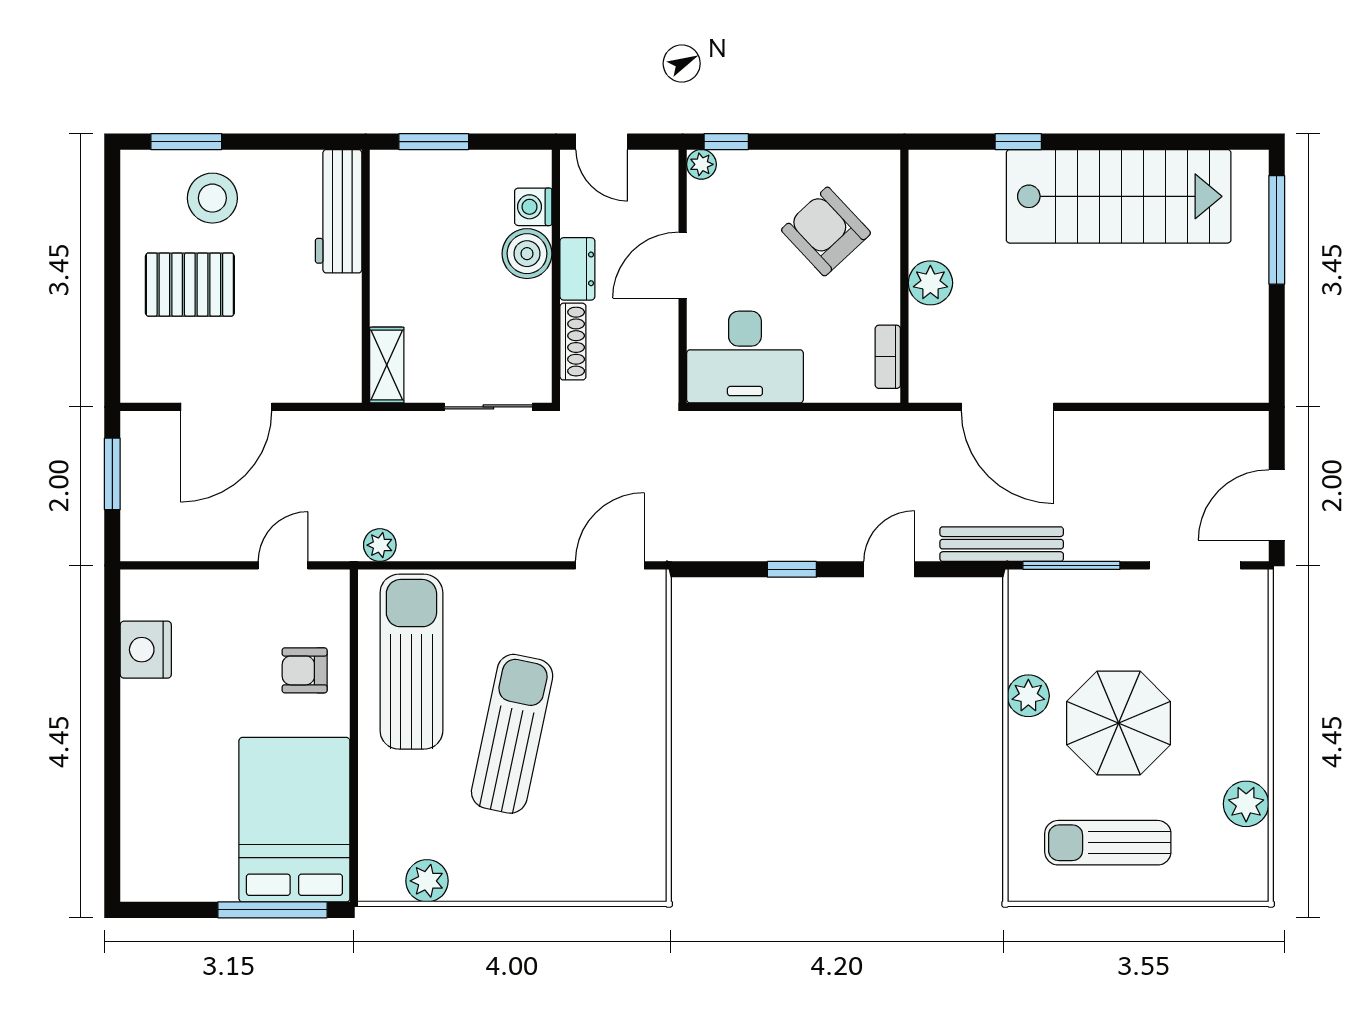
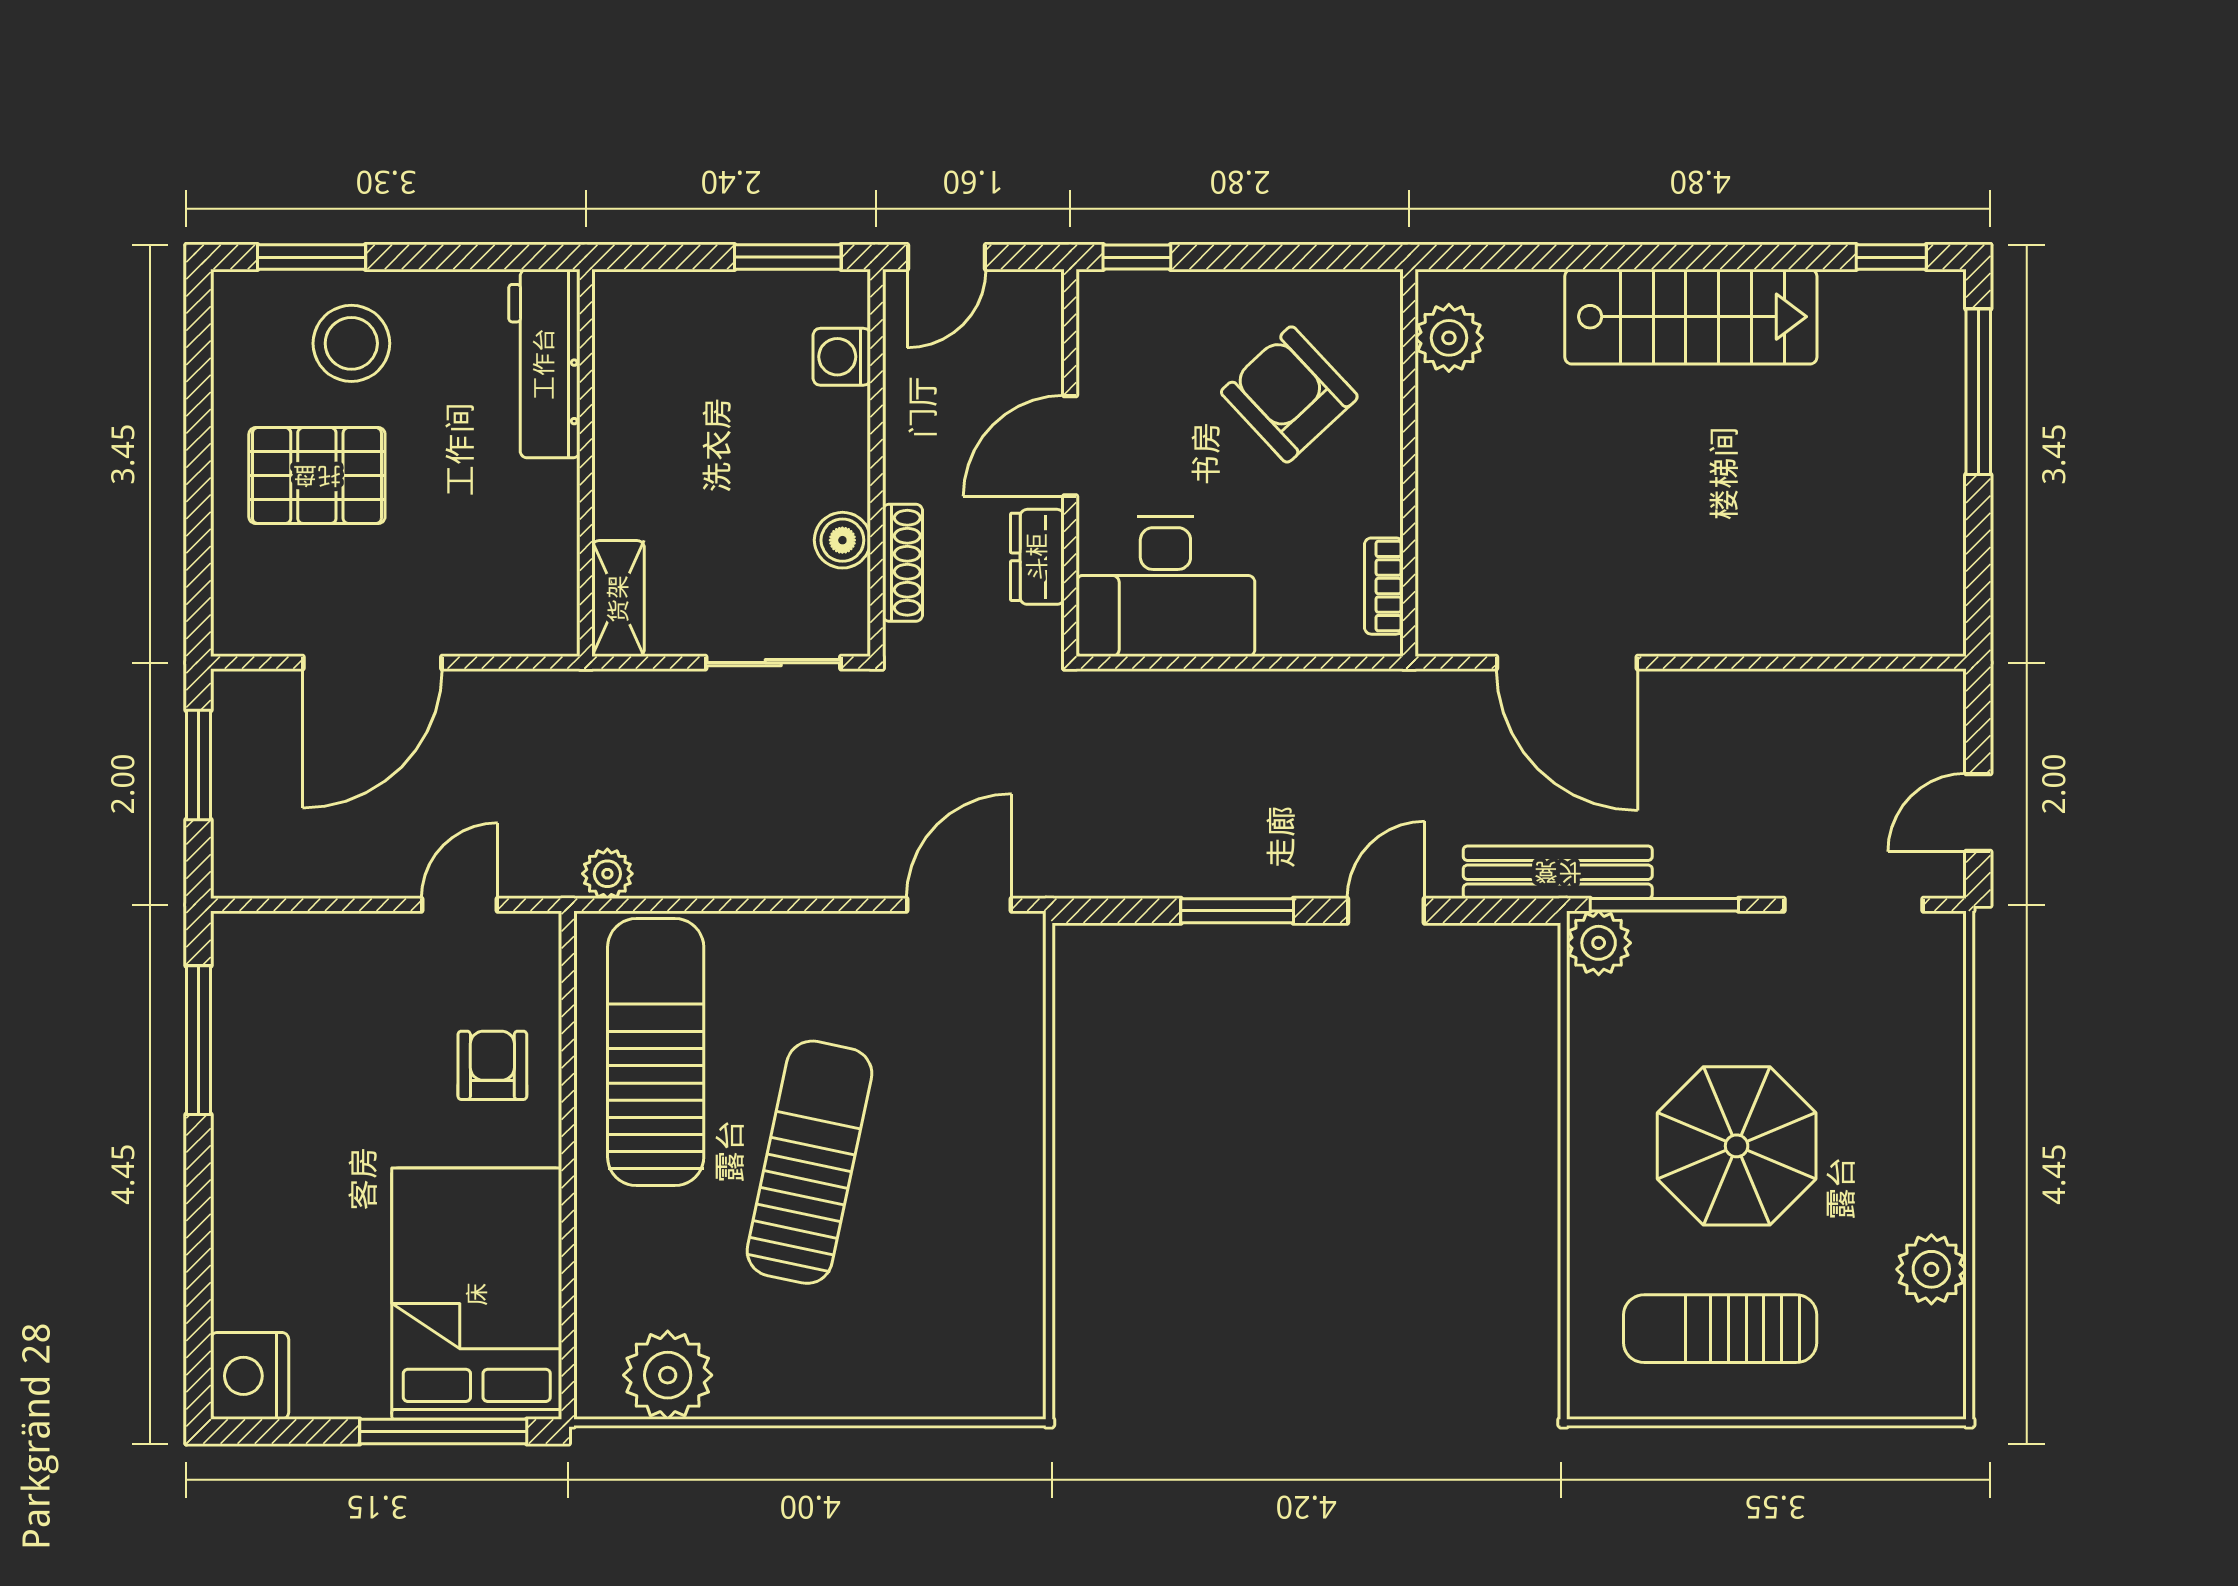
window: (434, 142) -> (788, 257), moved
door: (602, 142) -> (947, 257), hinge flipped
window: (1018, 142) -> (1891, 257), moved
plant: (701, 164) -> (1099, 292), removed
stairs: (1119, 196) -> (1691, 317), width x0.73, depth x0.66
boiler: (527, 254) -> (842, 540), moved, width x0.73, depth x0.73
dresser: (577, 269) -> (1037, 557), moved, turned 180
plant: (930, 283) -> (1449, 338), moved
door: (1277, 505) -> (1978, 813), width x0.73
window: (792, 569) -> (1237, 911), width x1.50
nightstand: (146, 650) -> (250, 1376), moved
window: (112, 654) -> (198, 1040), added
armchair: (305, 670) -> (492, 1065), turned 90
plant: (1028, 696) -> (1599, 943), moved
plant: (427, 881) -> (668, 1375), width x1.36, depth x1.36

